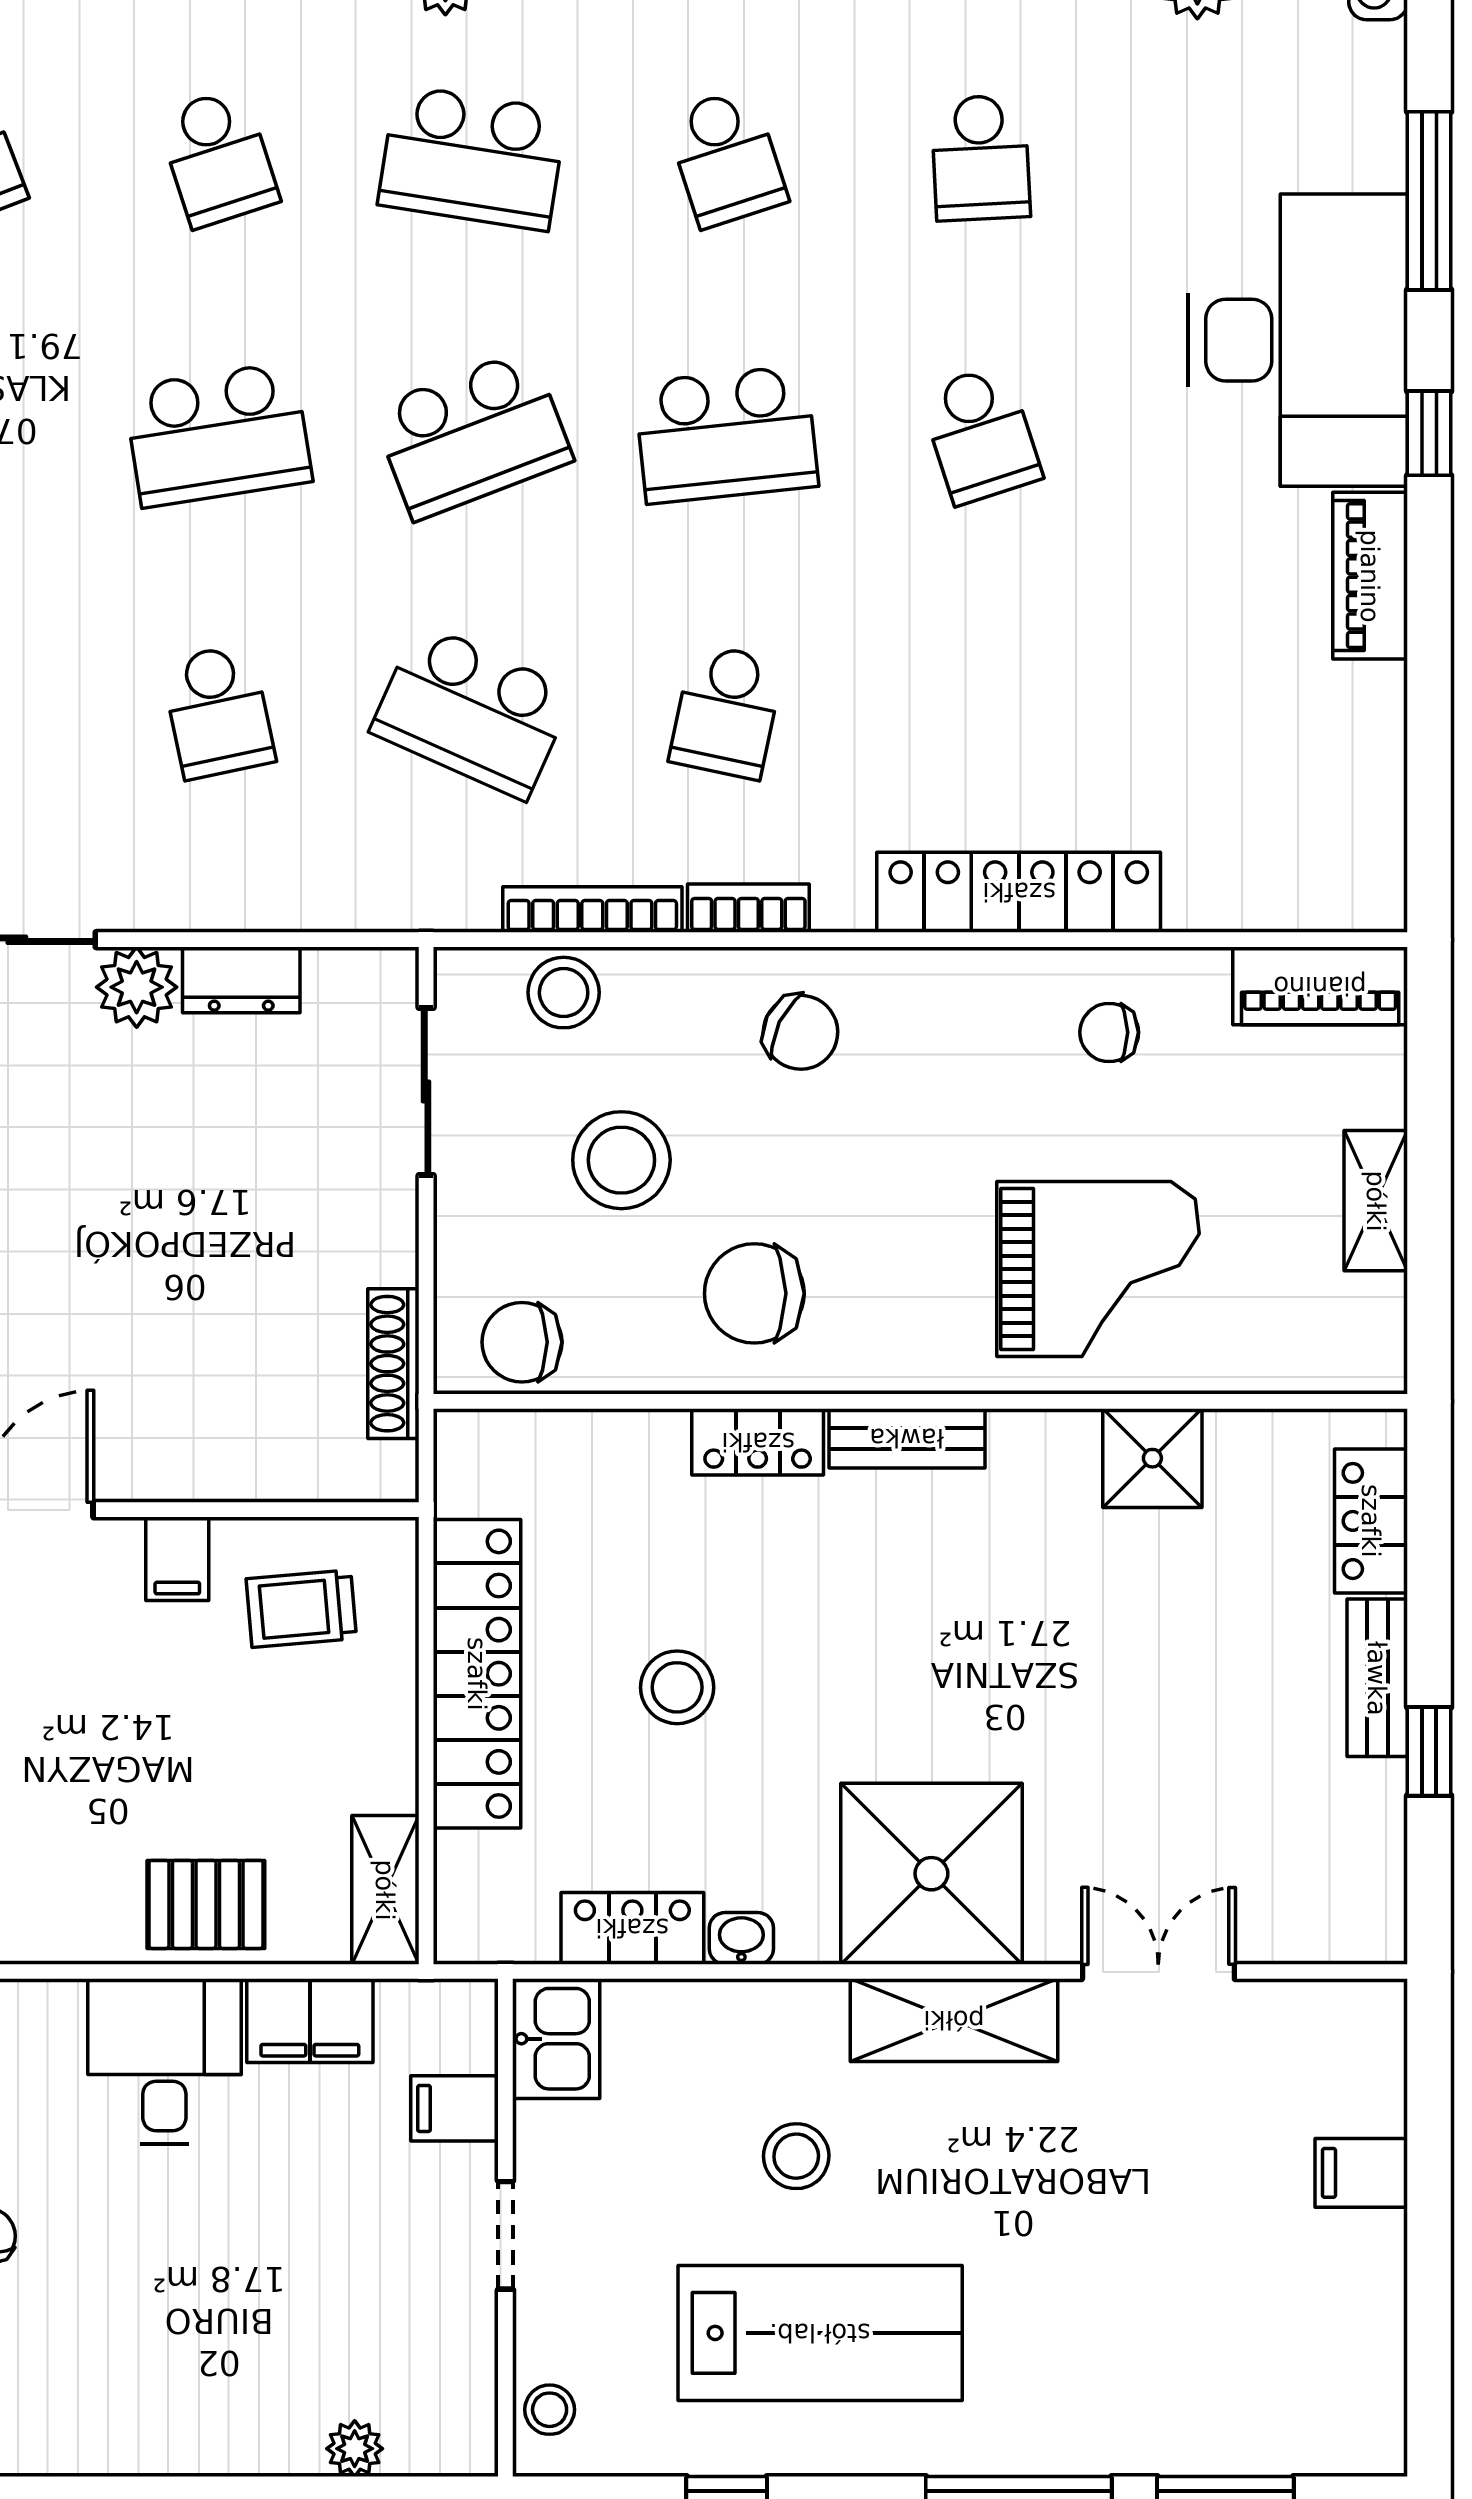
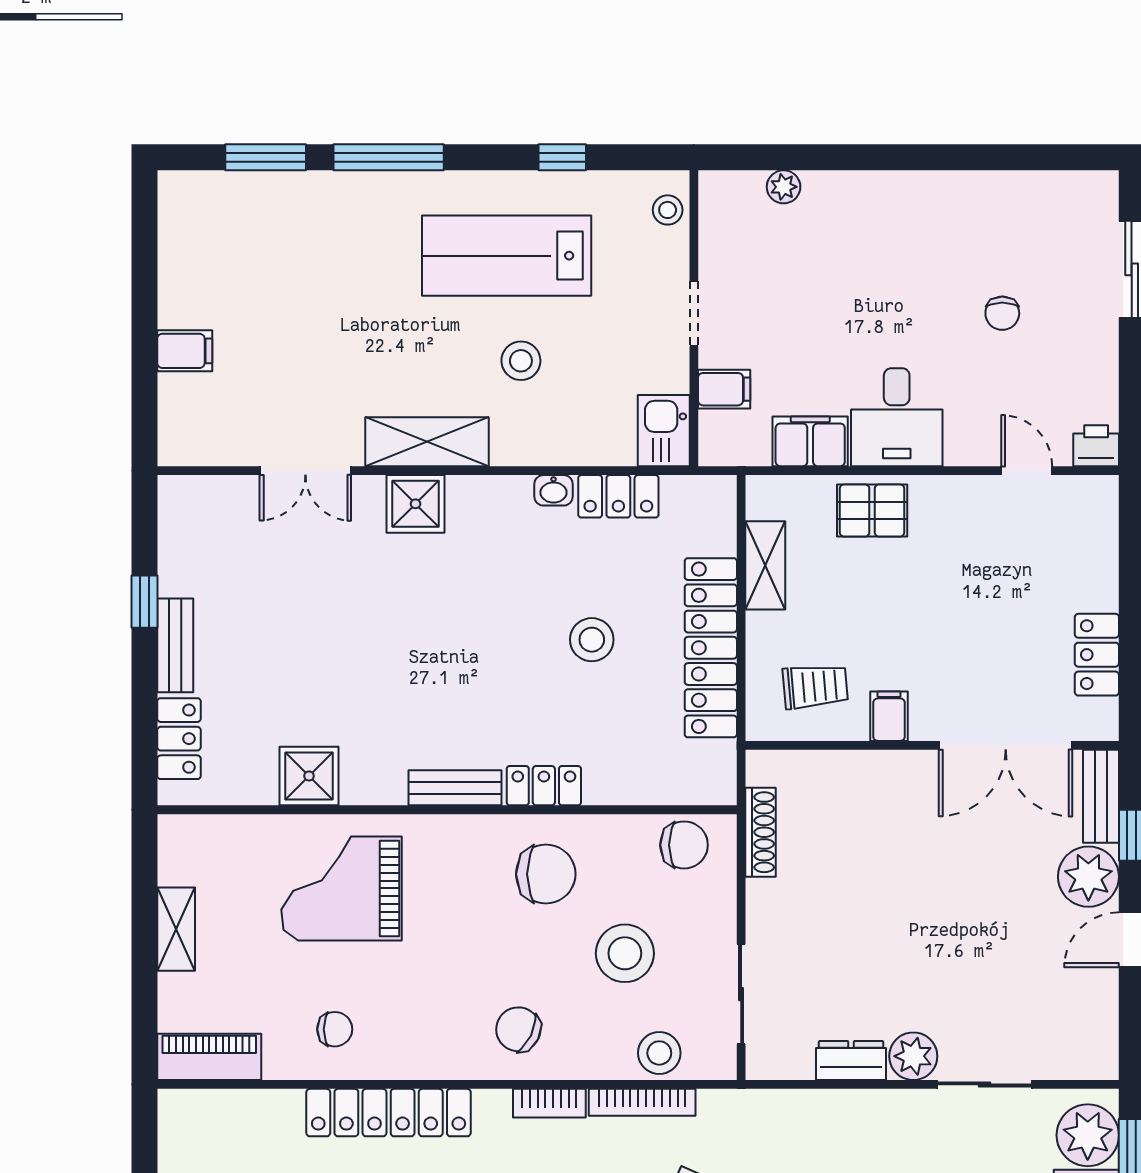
shower: (931, 1874) -> (416, 504), width x0.54, depth x0.54
shelving: (385, 1890) -> (765, 565), moved

